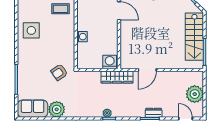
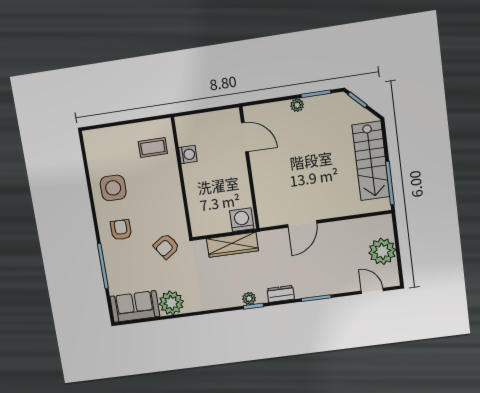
washing machine: (82, 37) -> (188, 154), moved
armchair: (32, 58) -> (121, 230), added
wardrobe: (117, 77) -> (232, 245), moved
dresser: (154, 113) -> (281, 294), moved

